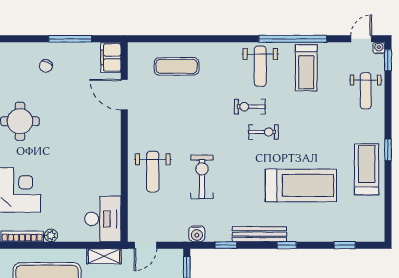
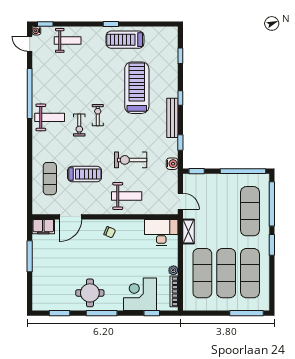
chair: (46, 66) -> (110, 232), moved
treadmill: (306, 68) -> (85, 174), moved

